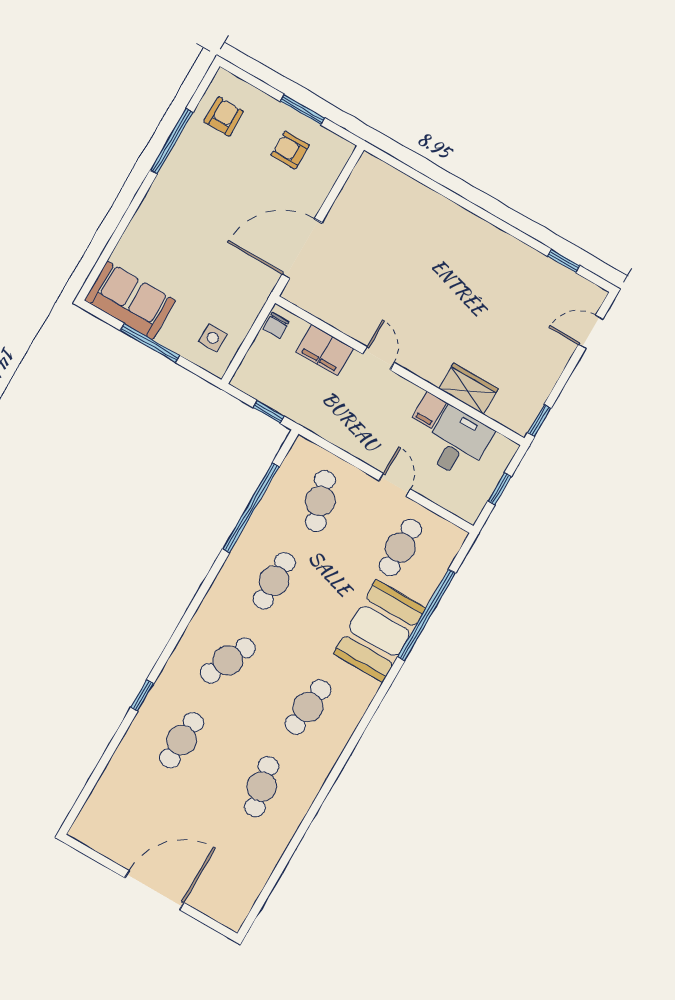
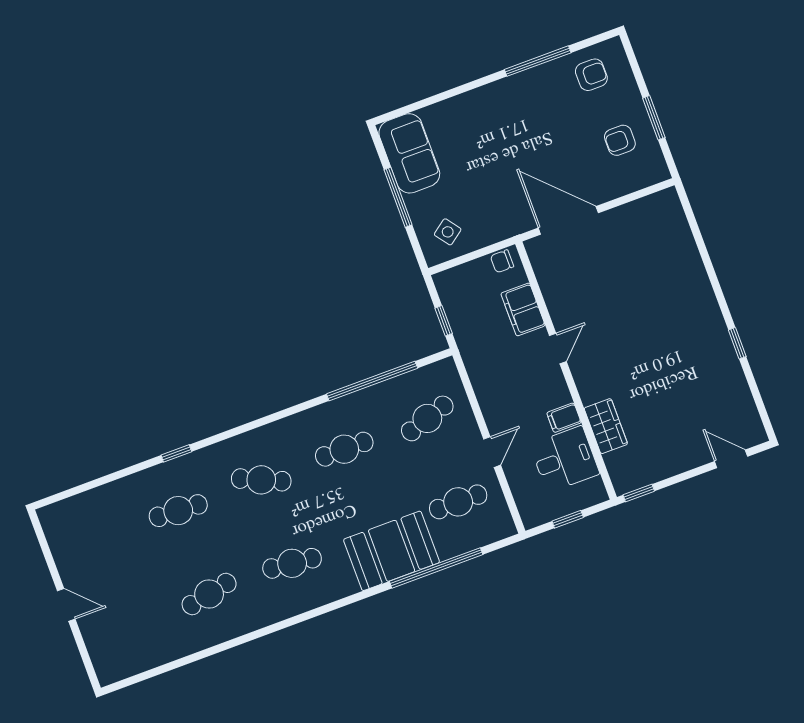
armchair: (290, 150) -> (620, 140), turned -90
window: (564, 261) -> (737, 343), moved
side table: (213, 338) -> (448, 232), turned -37
door: (154, 890) -> (66, 605), width x0.53

